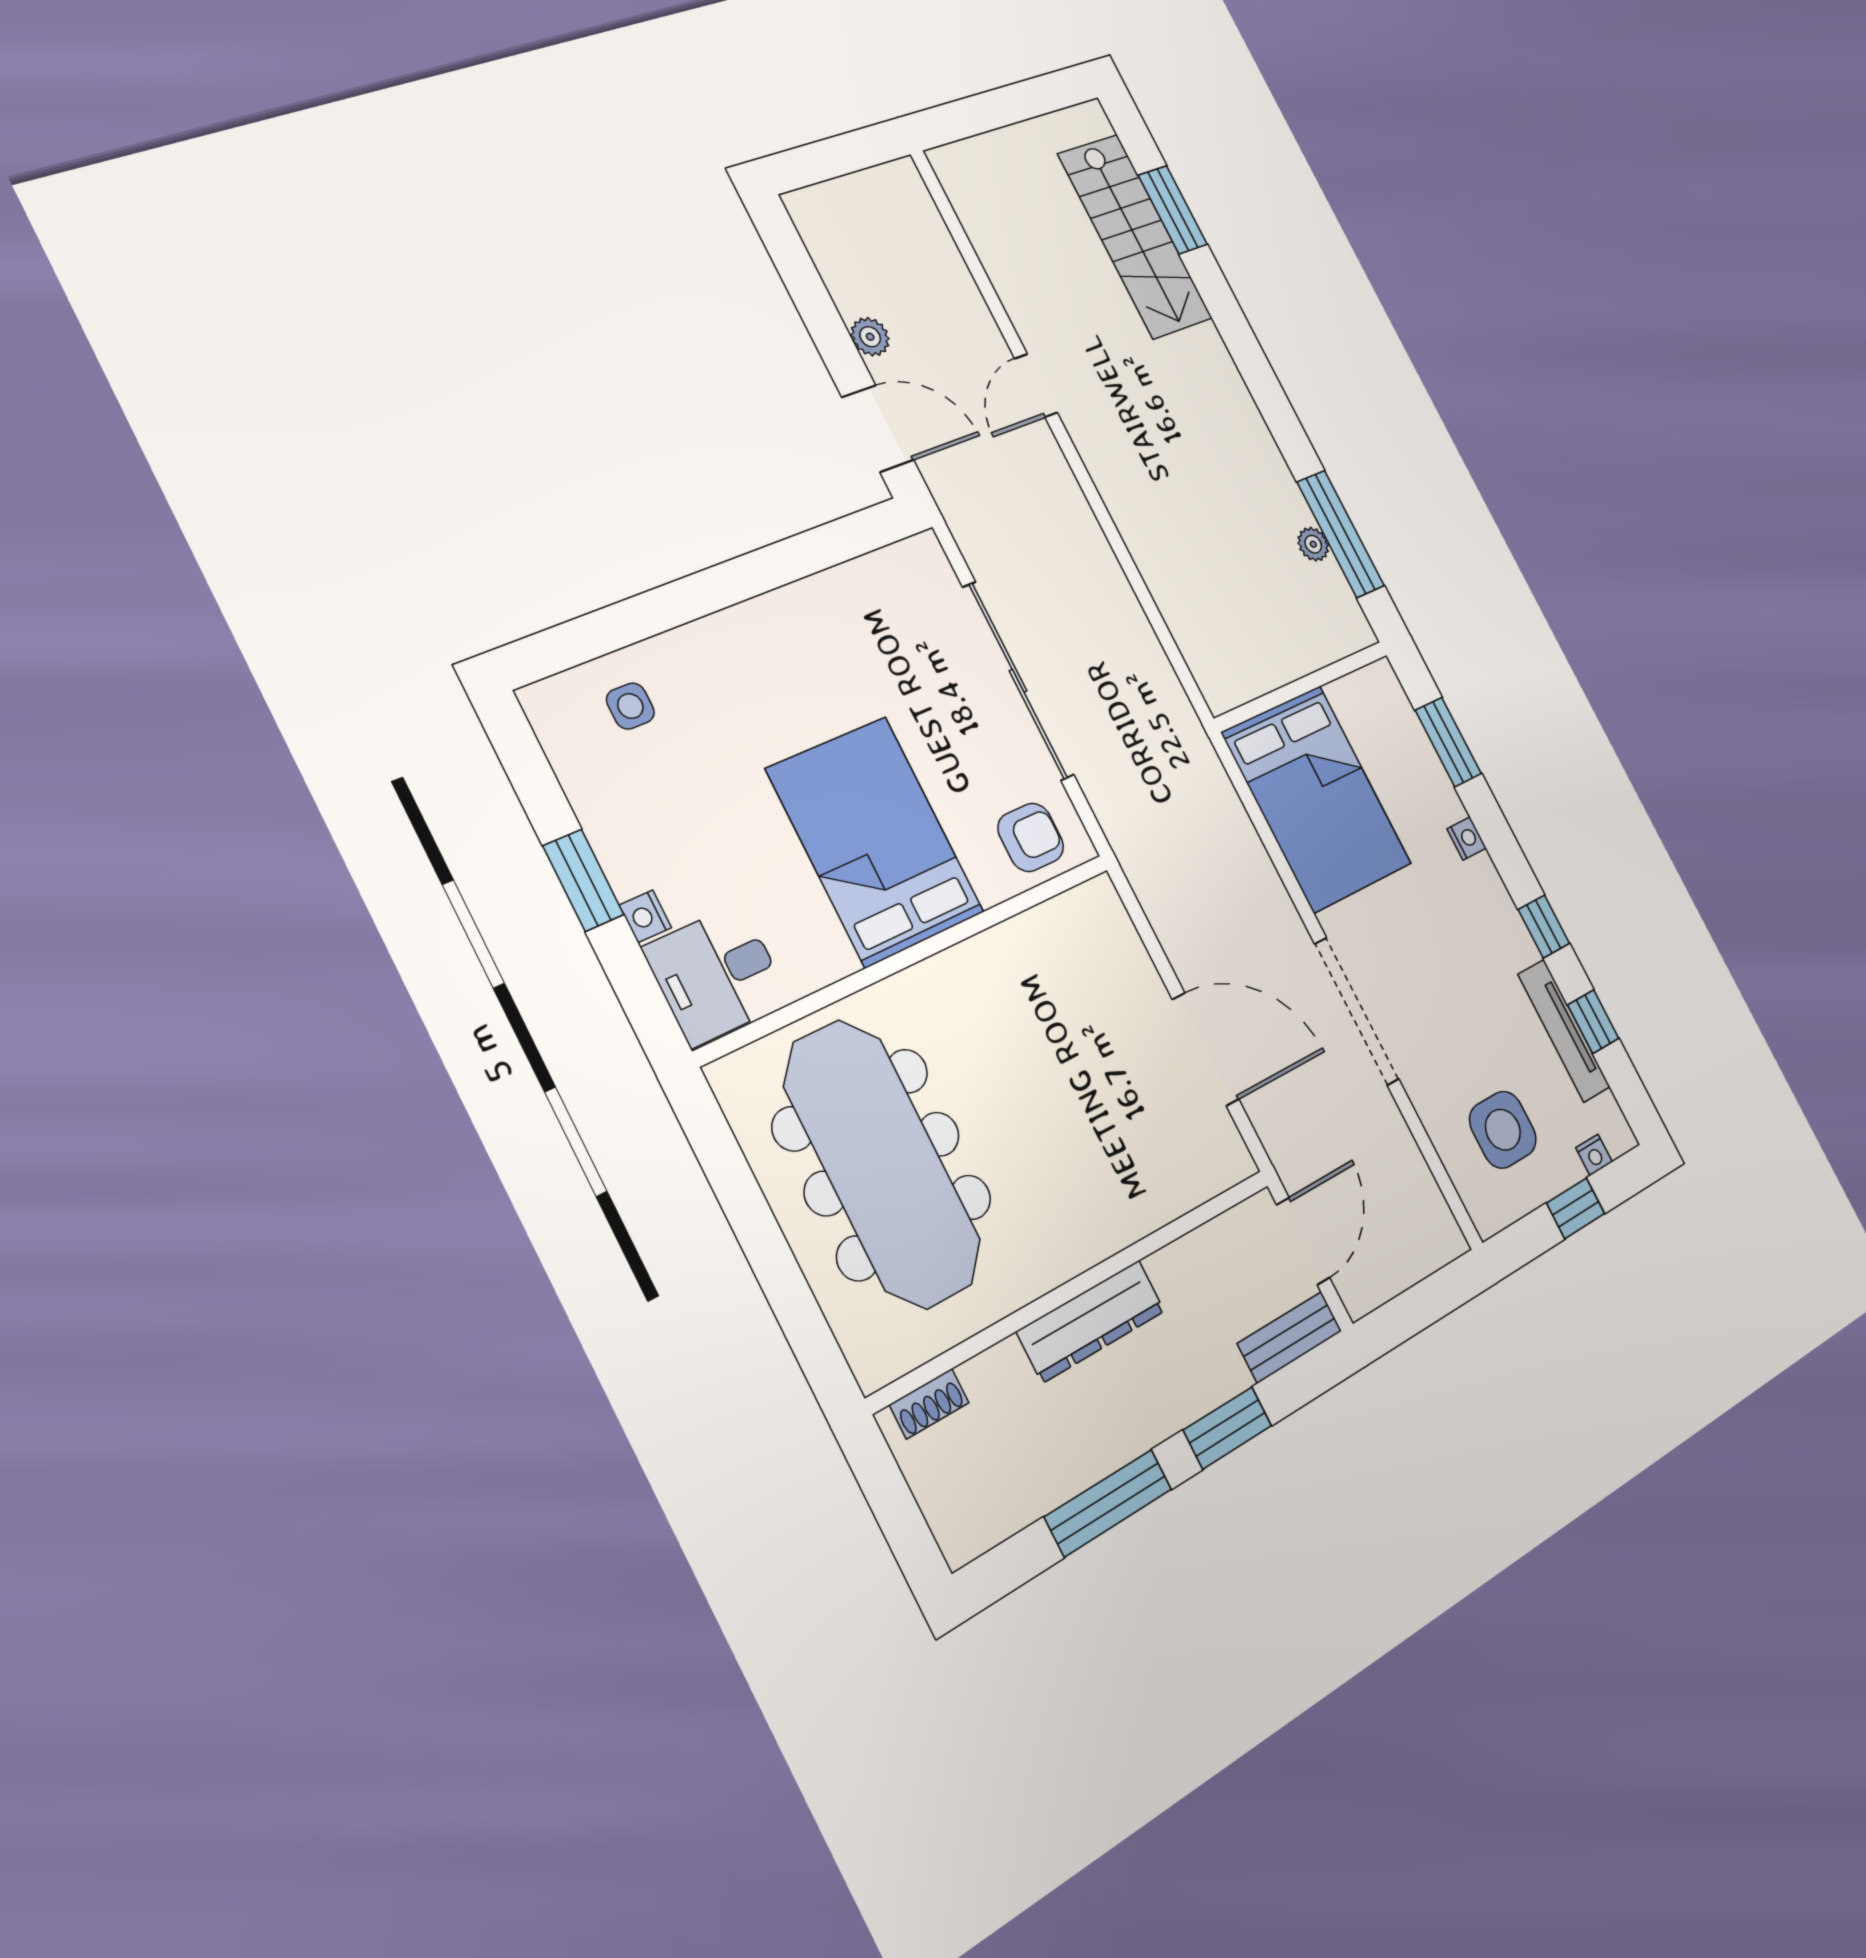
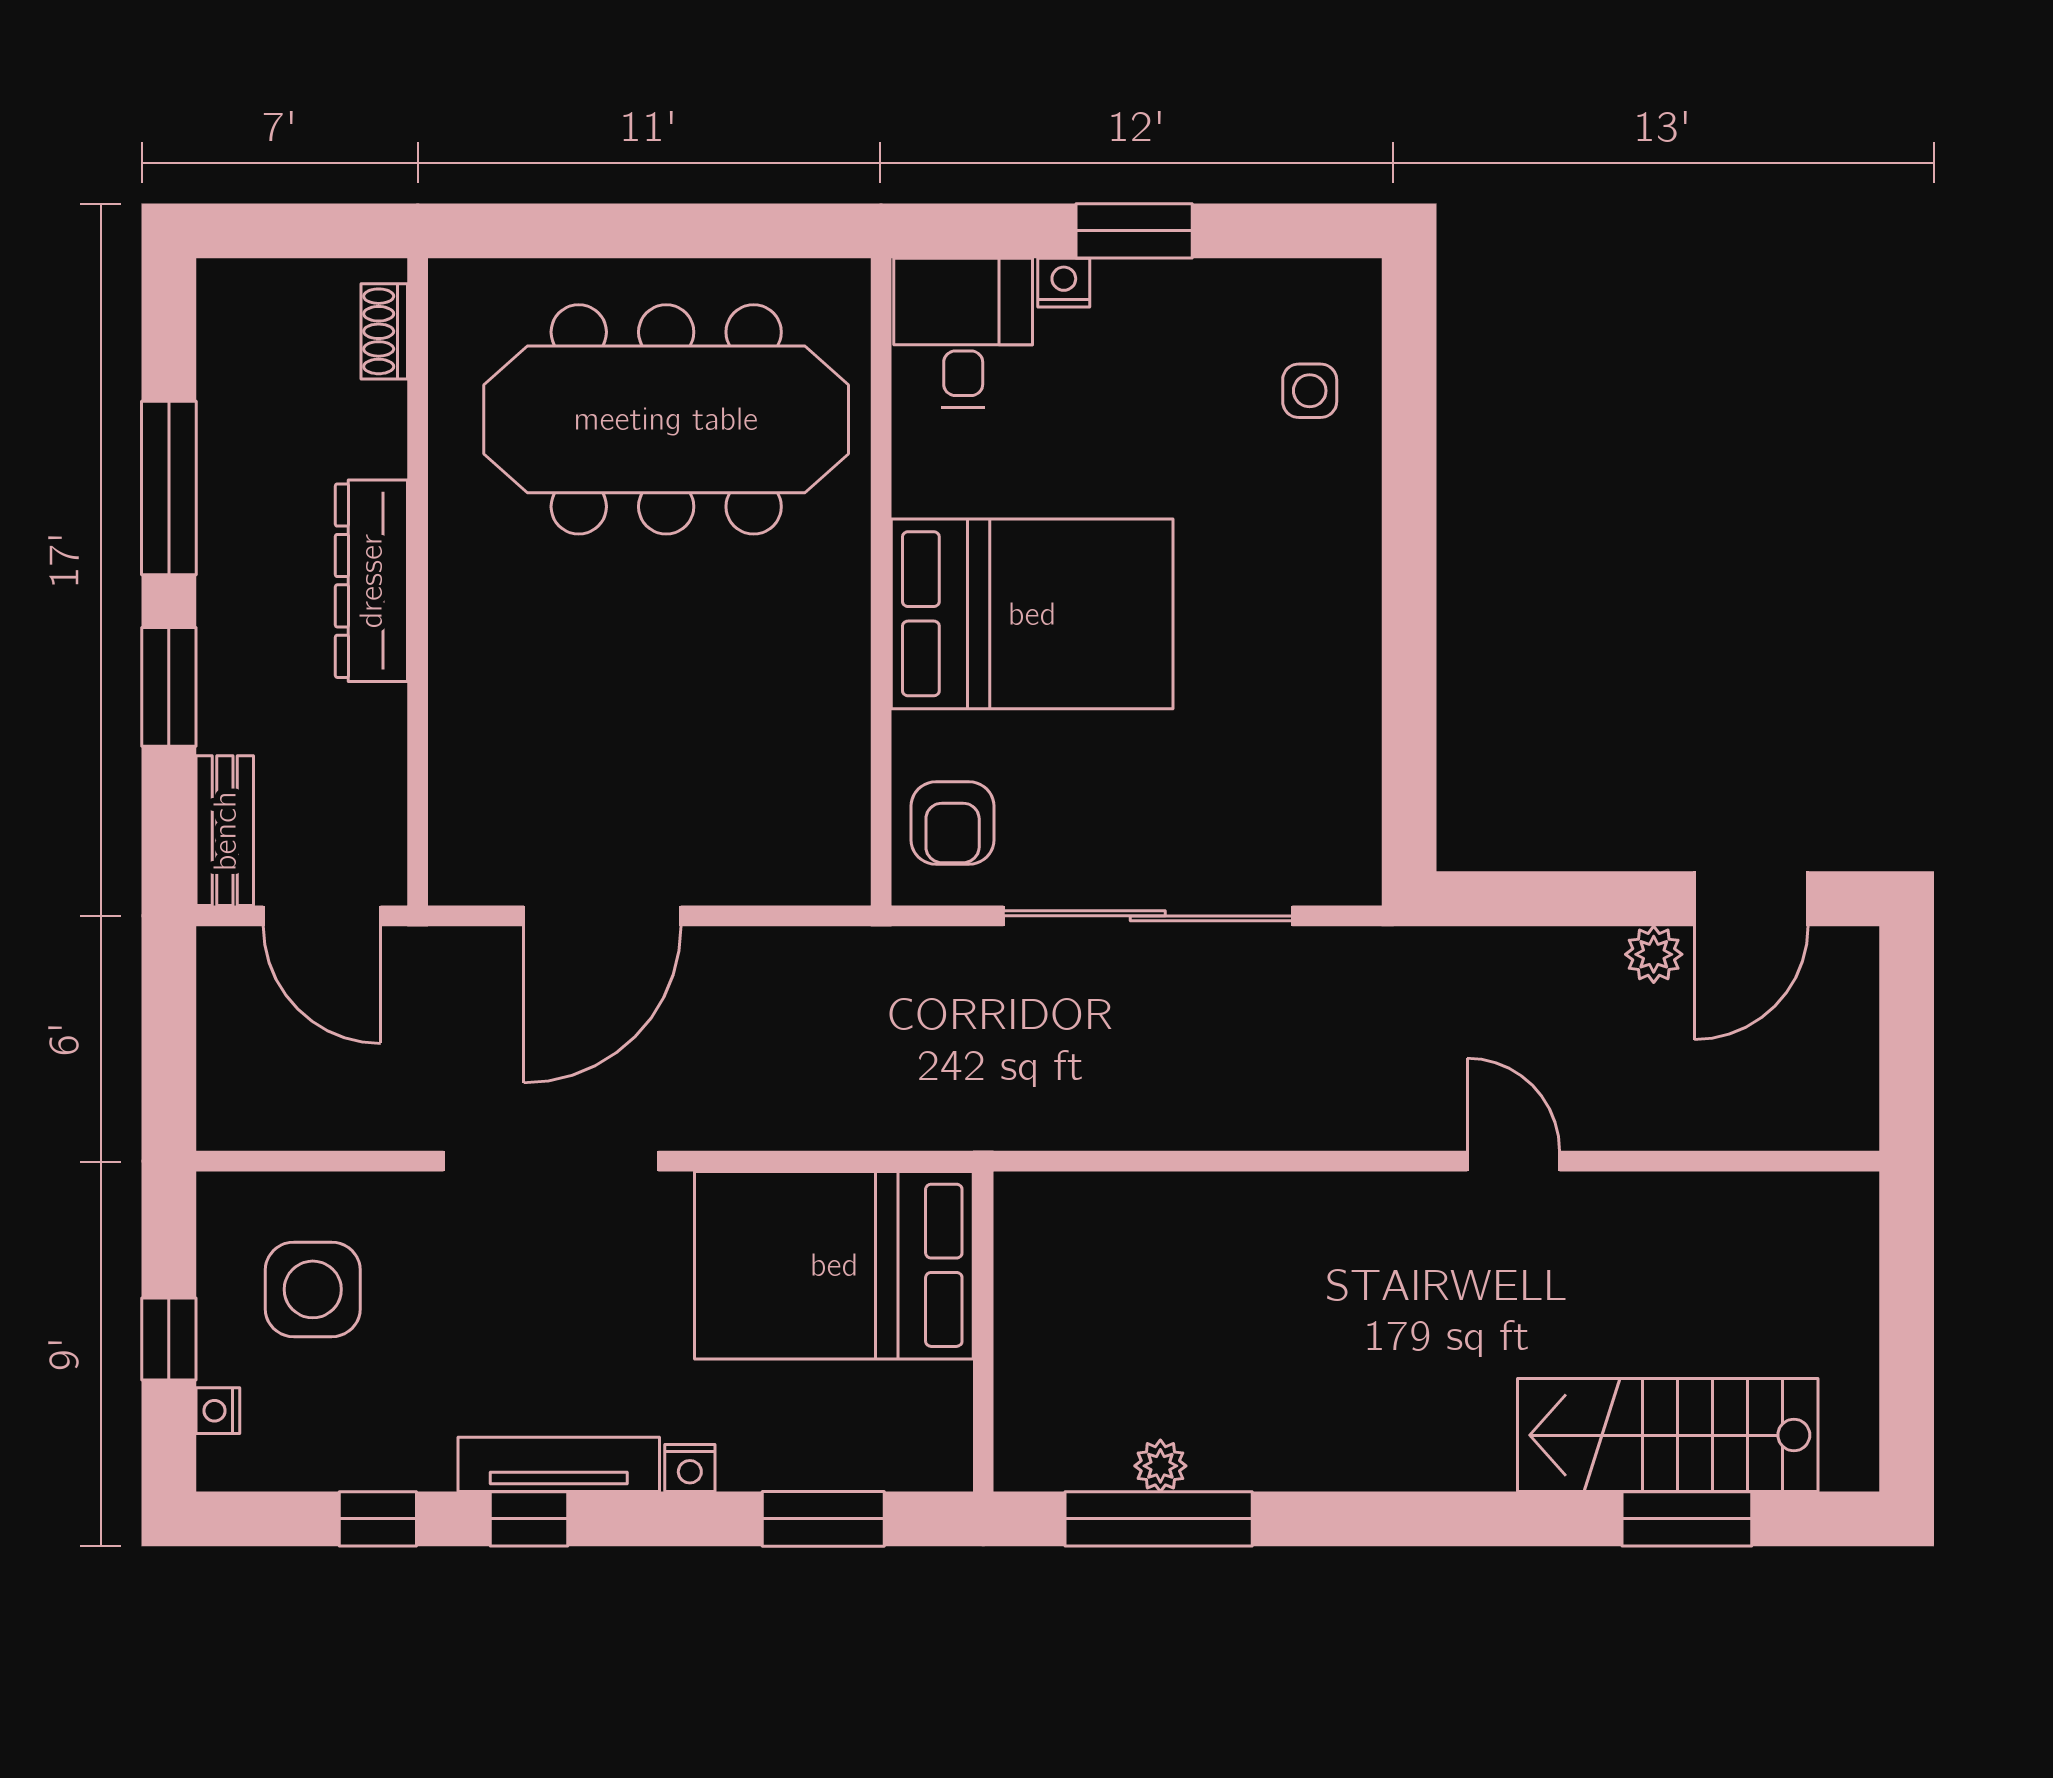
door: (878, 429) -> (1751, 899), moved
tv unit: (1564, 1031) -> (559, 1464), moved

